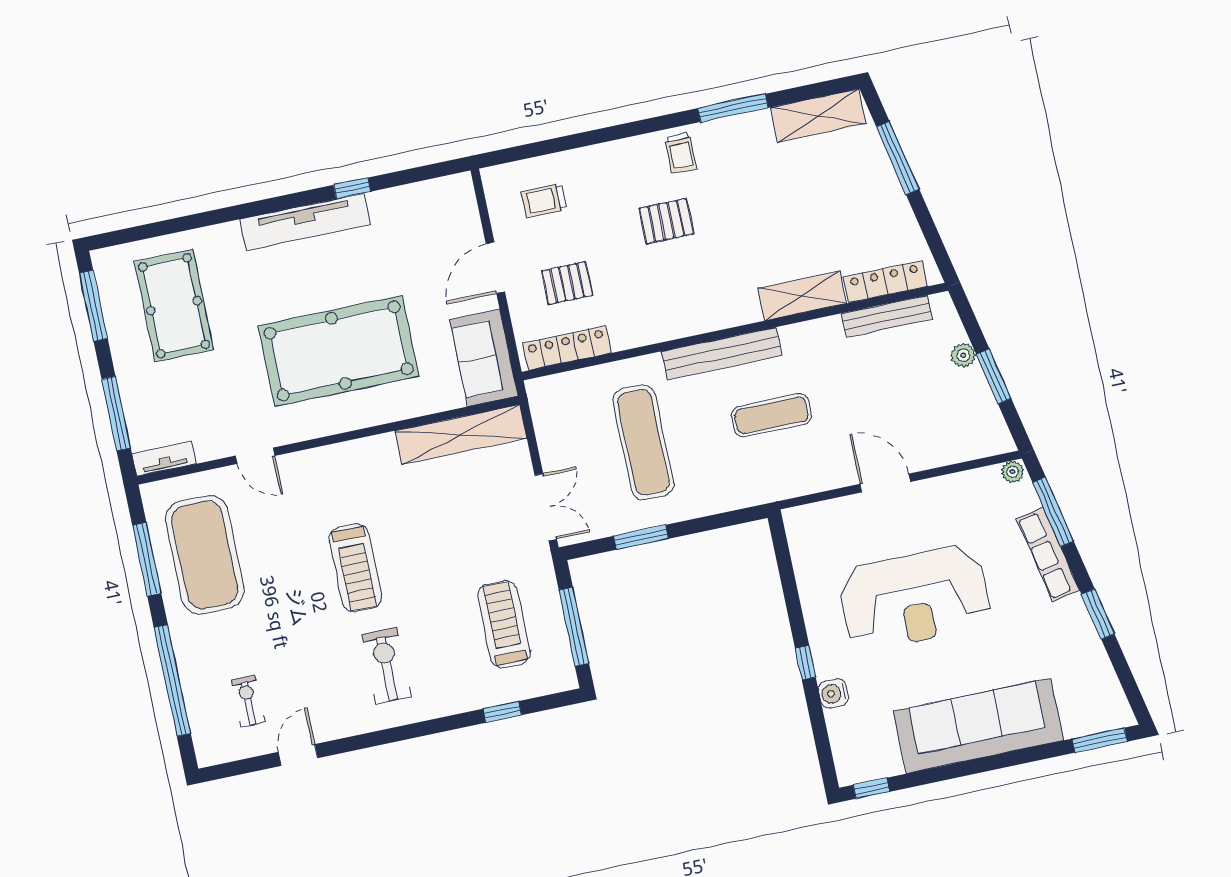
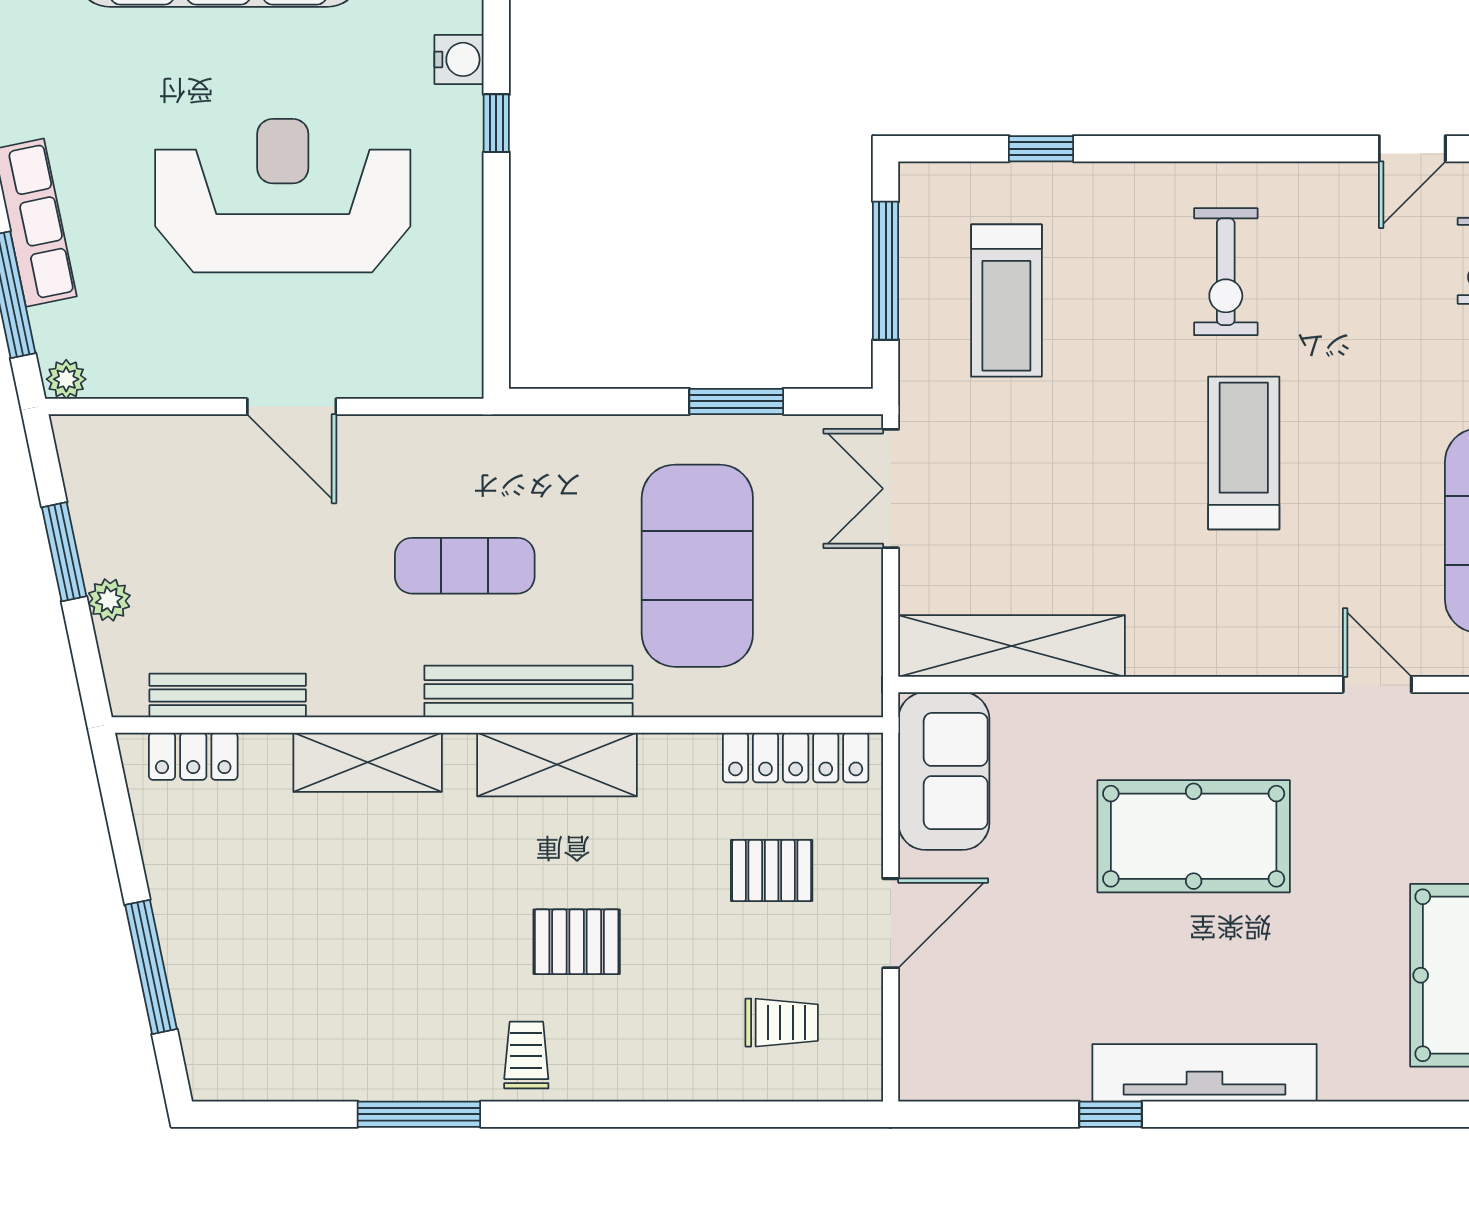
shelving: (818, 116) -> (557, 764), moved
locker: (885, 282) -> (193, 756), width x0.66
pool table: (339, 351) -> (1194, 836), width x0.73, depth x0.76
exercise mat: (643, 442) -> (697, 566), width x1.47

